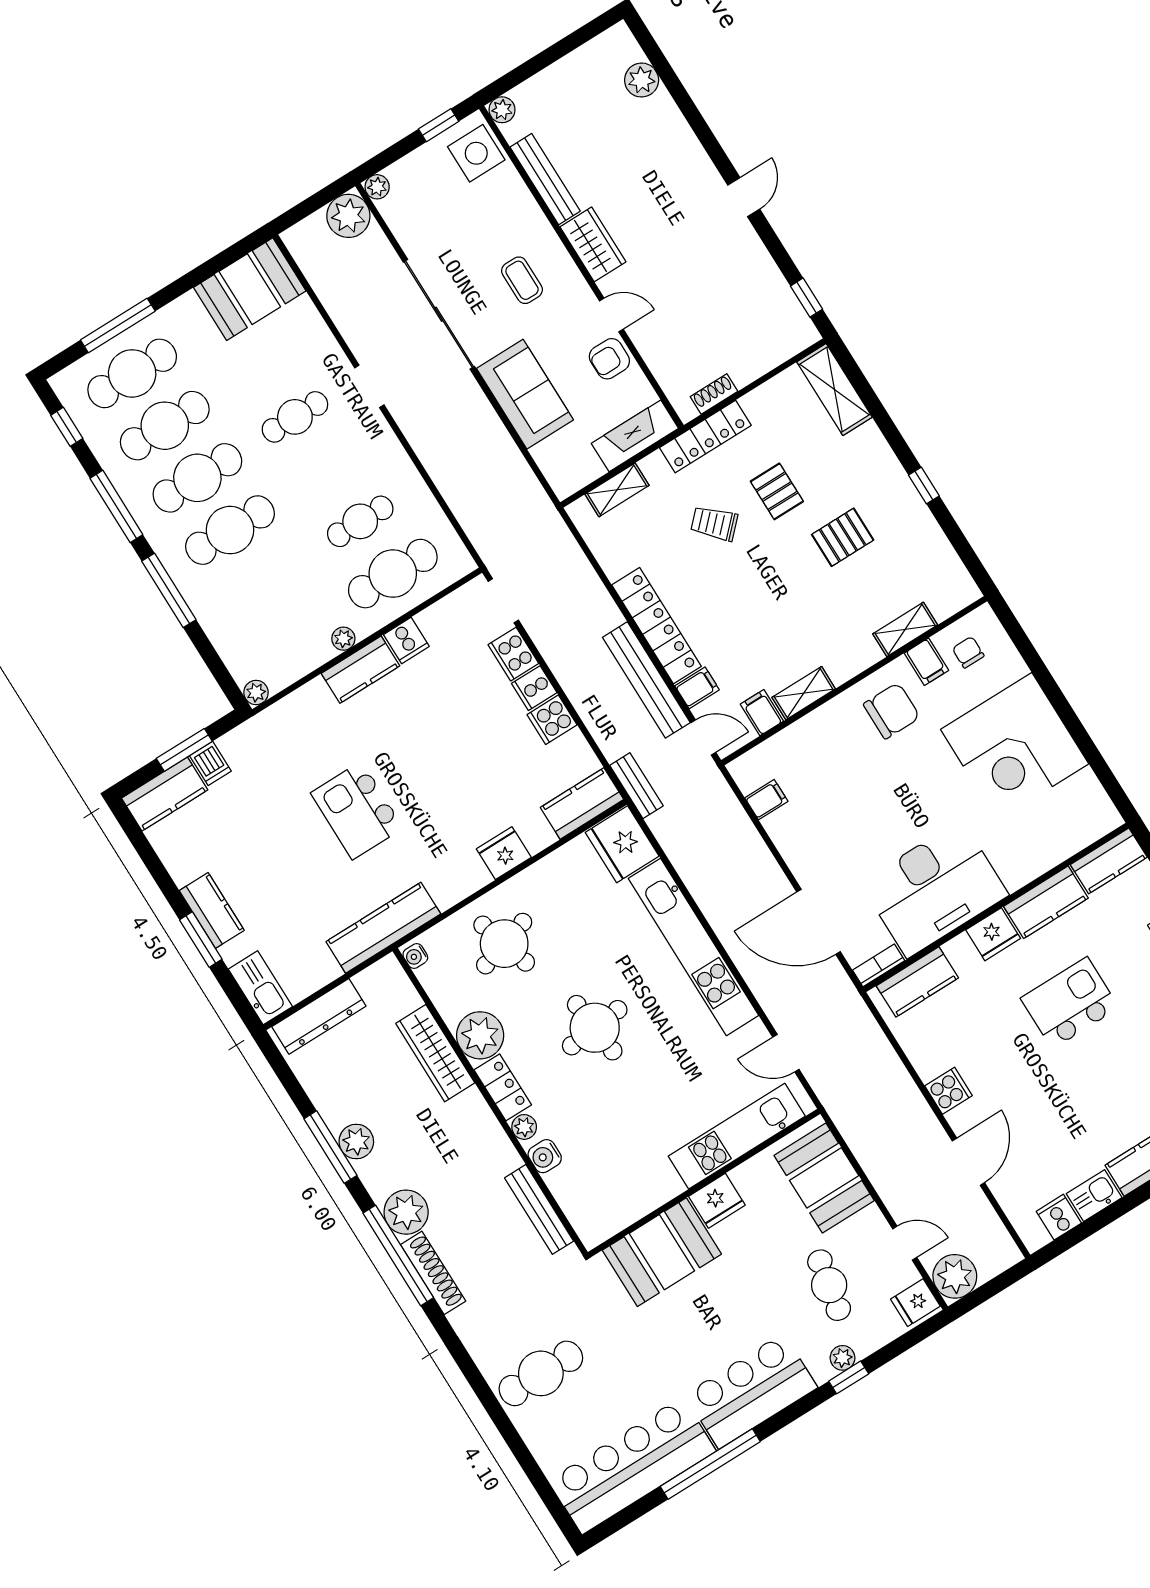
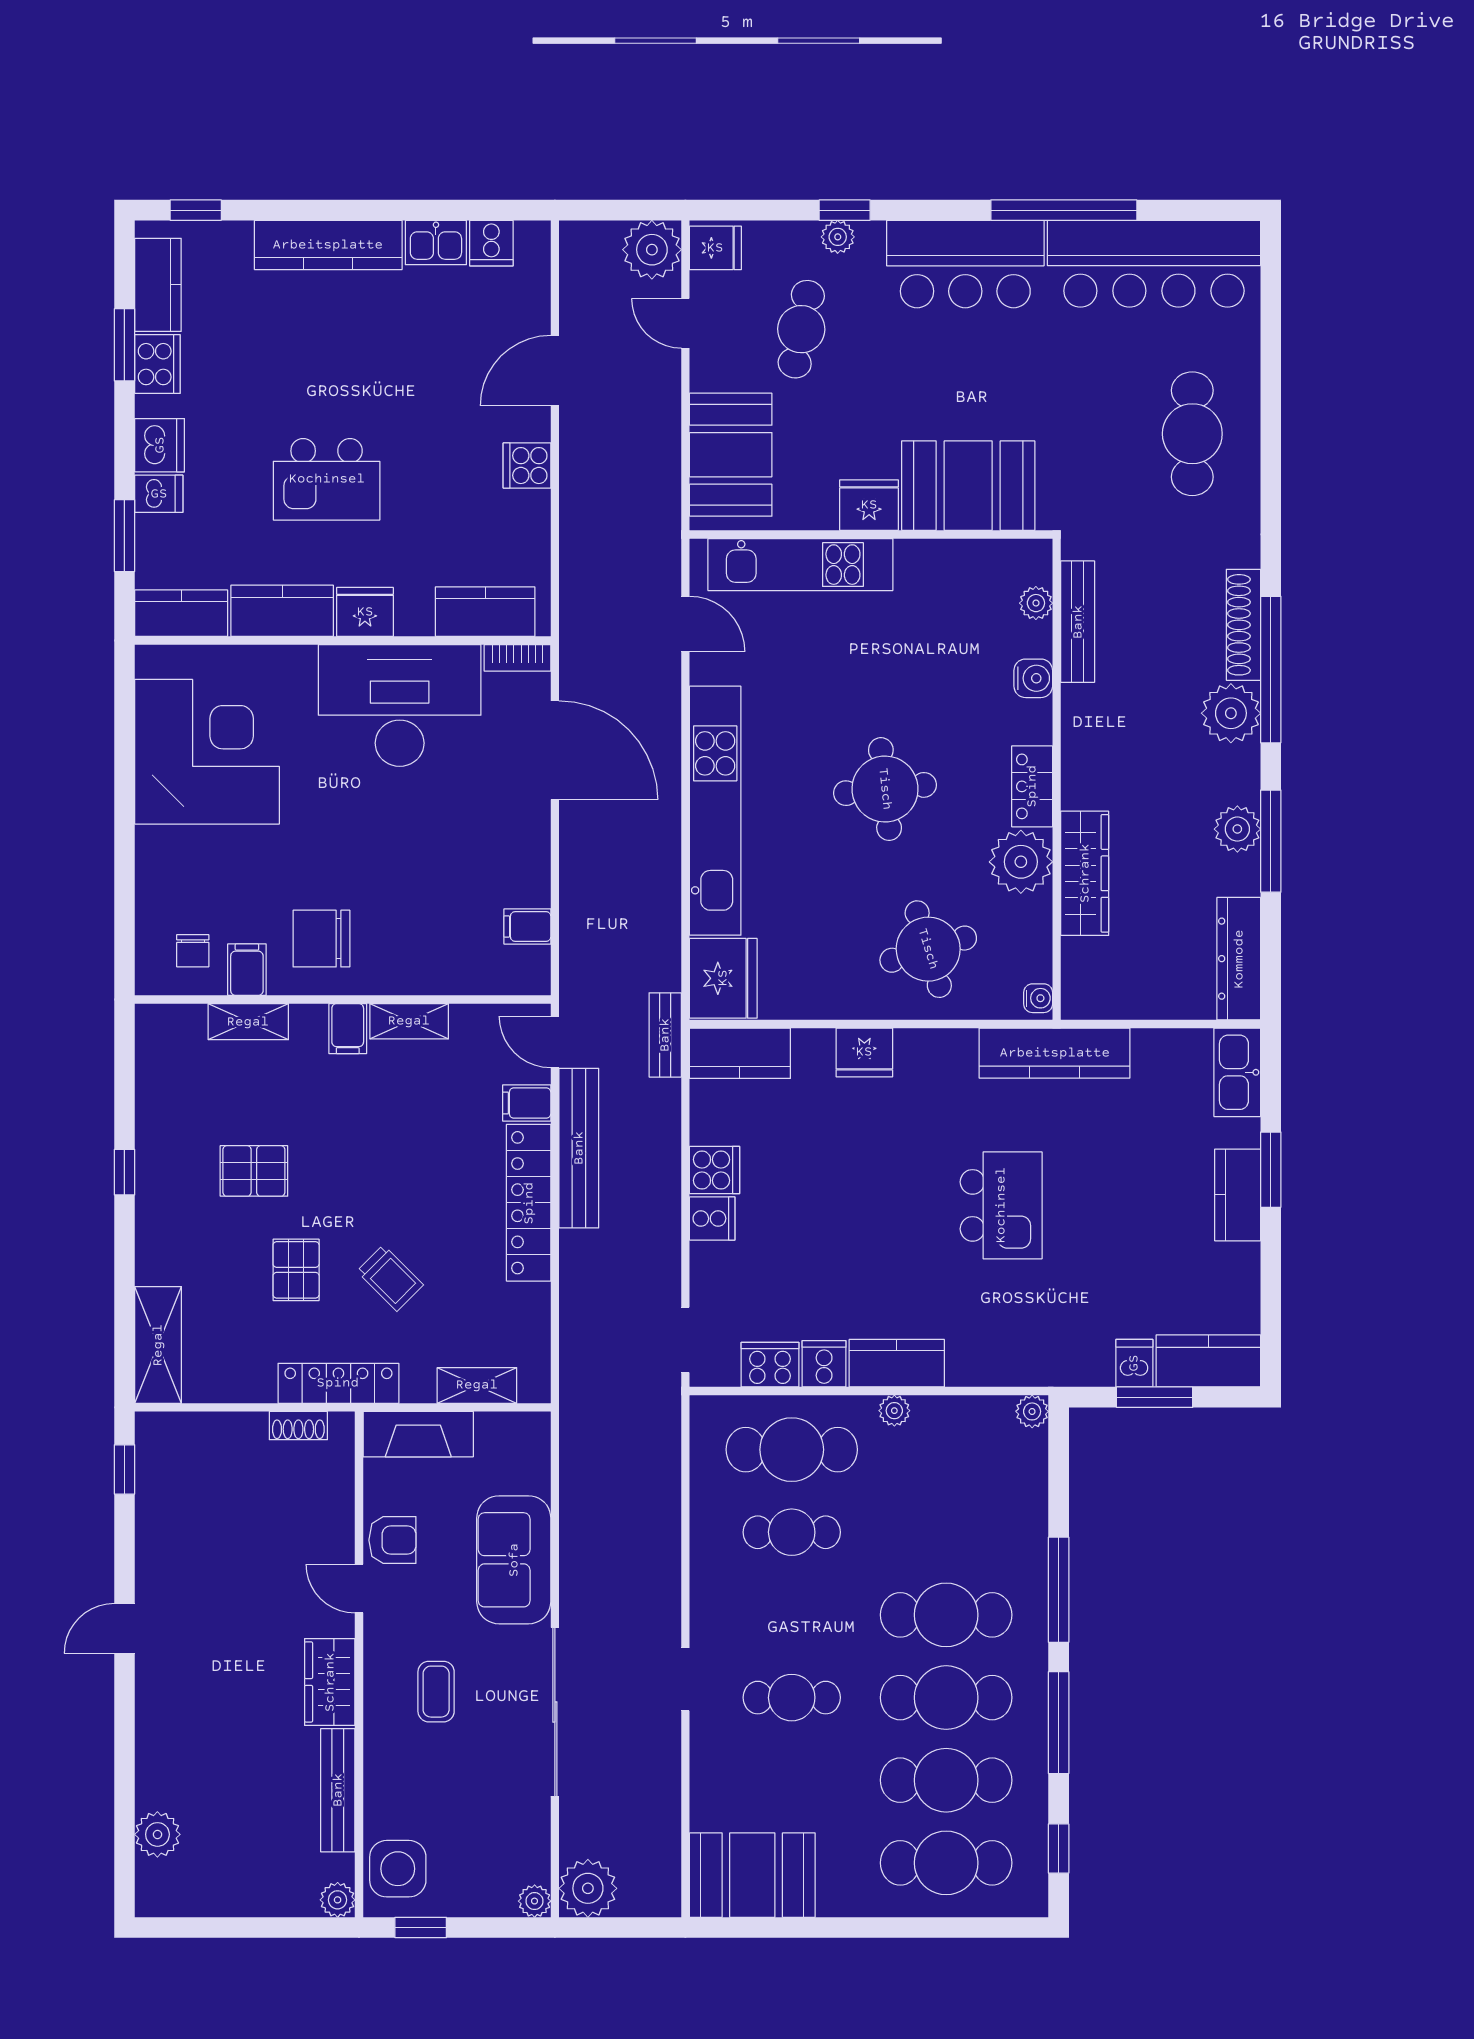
window: (118, 326) -> (928, 1927), removed
cooker: (513, 654) -> (770, 1365), moved, turned -90
filing cabinet: (762, 713) -> (348, 1029), moved
corner desk: (1015, 747) -> (207, 752), moved
dresser: (319, 1016) -> (1239, 959), moved, turned -90
plant: (524, 1127) -> (1036, 603), moved
cafe table: (541, 1373) -> (1192, 434), turned 90

